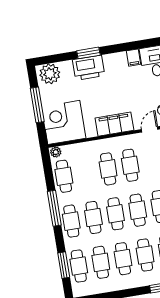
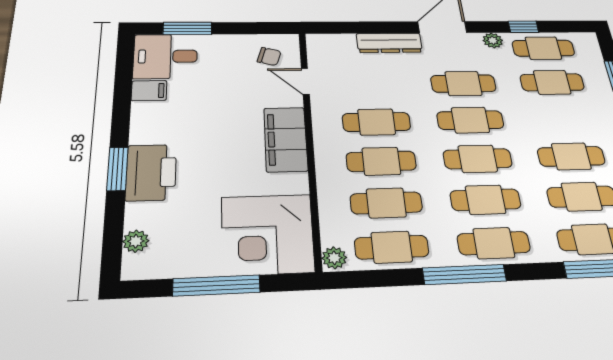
plant: (50, 74) -> (136, 241), width x0.53, depth x0.53
cafe table: (145, 255) -> (386, 203), moved

